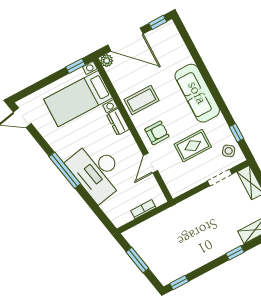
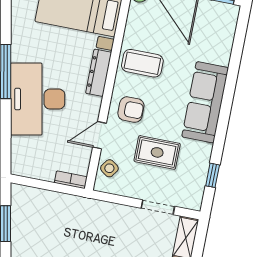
dresser: (118, 122) -> (99, 73), width x1.44
side table: (229, 151) -> (109, 168), moved
bookcase: (143, 209) -> (71, 180), moved

